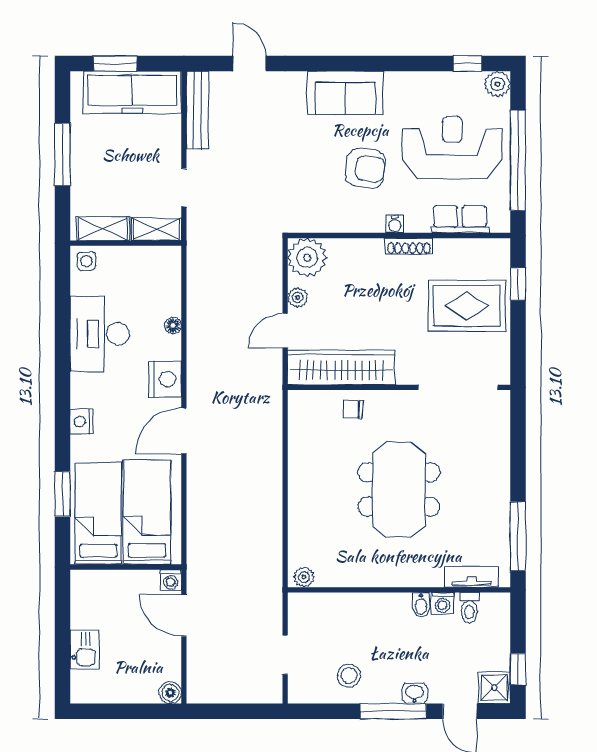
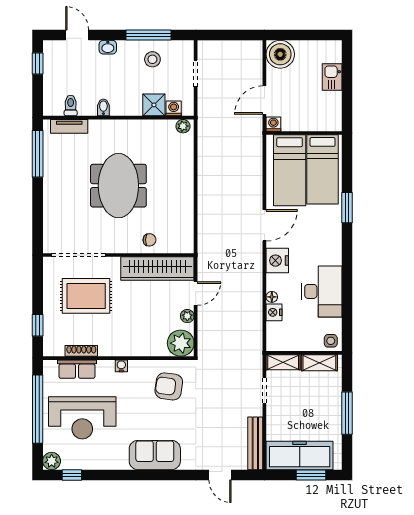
armchair: (365, 168) -> (169, 386), moved
shoe rack: (409, 246) -> (81, 351), moved
rug: (467, 306) -> (86, 296), moved
nightstand: (82, 421) -> (274, 312), moved, turned 180
window: (62, 494) -> (347, 208), moved
washing machine: (443, 603) -> (174, 108), moved
door: (184, 616) -> (264, 100), swing flipped
shower: (494, 688) -> (154, 105), moved
boiler: (170, 693) -> (280, 54), width x1.86, depth x1.86
window: (393, 711) -> (149, 35), moved

